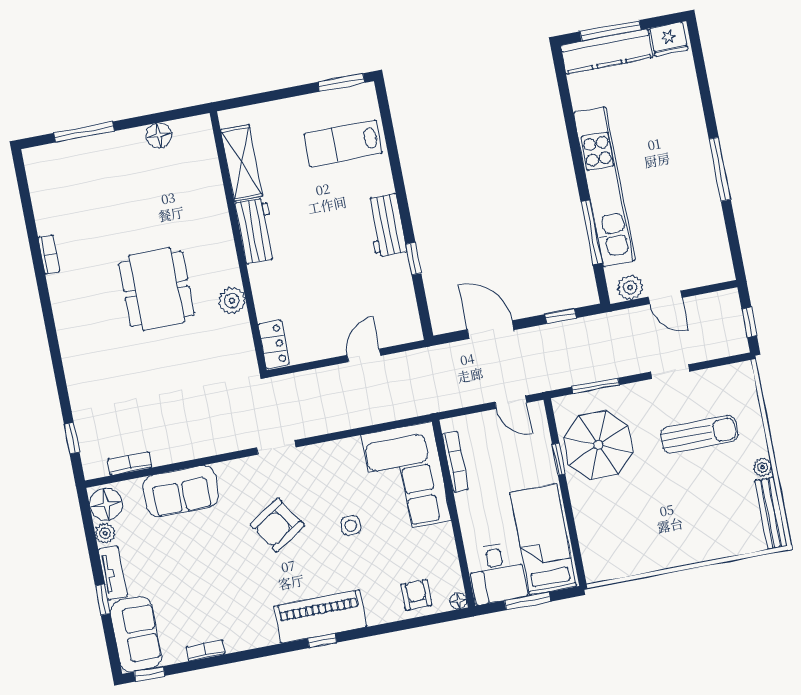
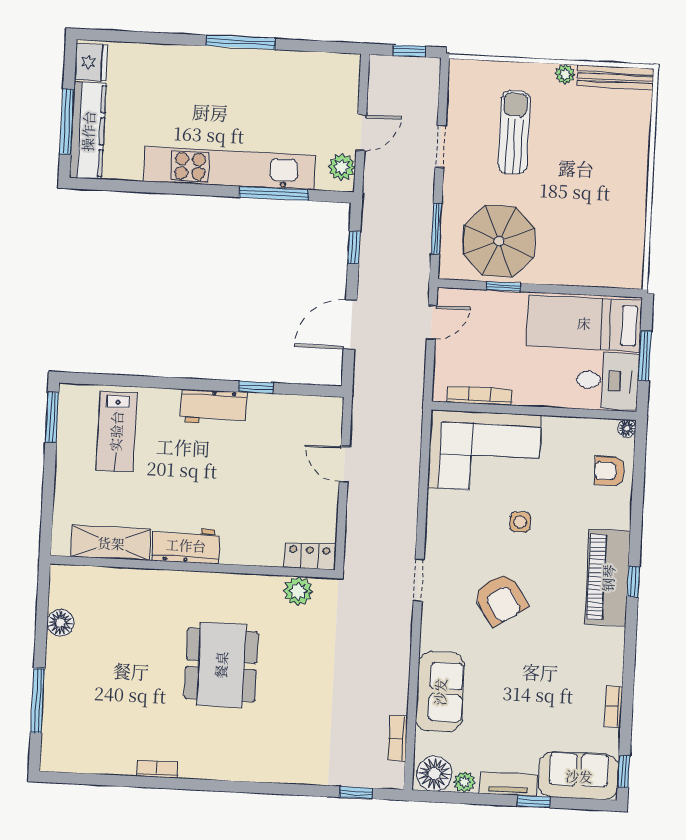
dining table: (157, 289) -> (221, 665), turned 90
plant: (232, 301) -> (298, 591), moved

